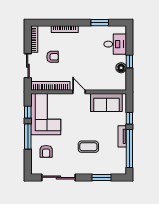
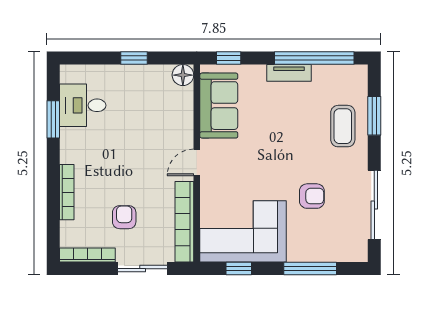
desk: (115, 44) -> (83, 105), moved, turned -90
floor lamp: (121, 68) -> (183, 75), moved
window: (129, 118) -> (229, 58), moved
window: (28, 136) -> (310, 269), moved
coffee table: (88, 147) -> (343, 126), moved
armchair: (46, 151) -> (312, 196), moved

